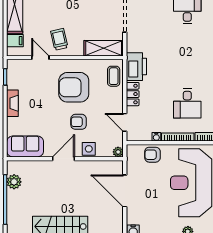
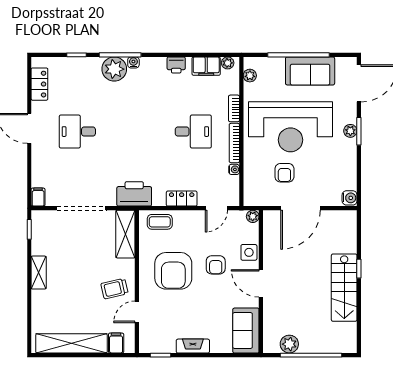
printer: (136, 67) -> (134, 194), moved
armchair: (152, 155) -> (284, 173), moved

